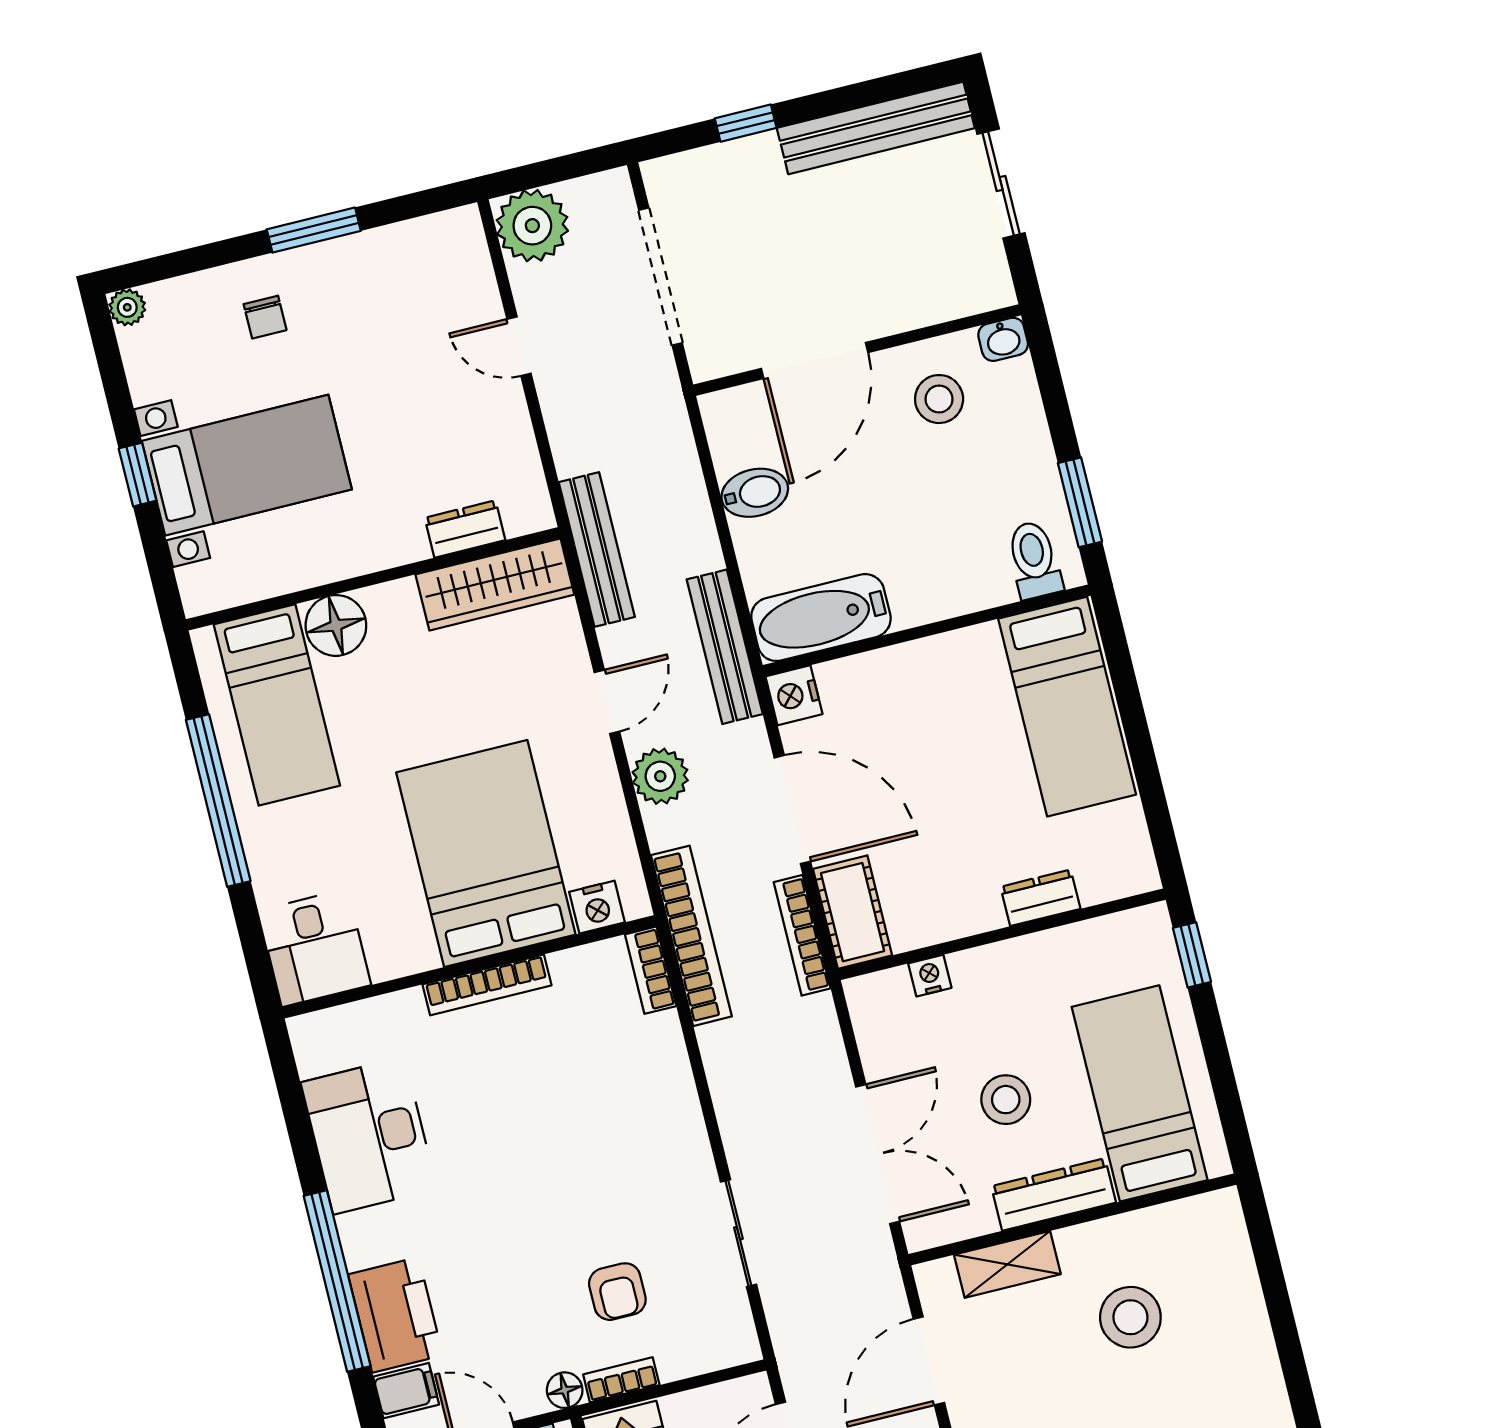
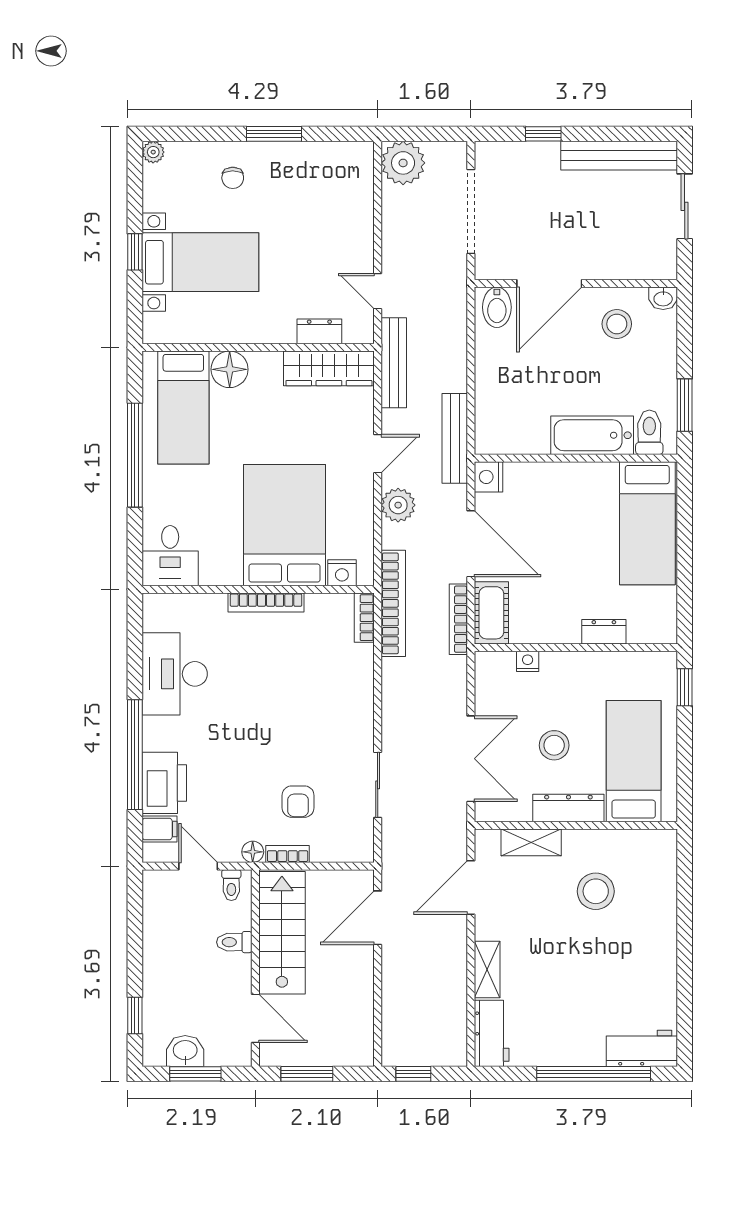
door: (519, 346) -> (378, 291), moved
bidet: (755, 493) -> (497, 307), moved, turned 90
bathtub: (821, 618) -> (592, 435), moved

